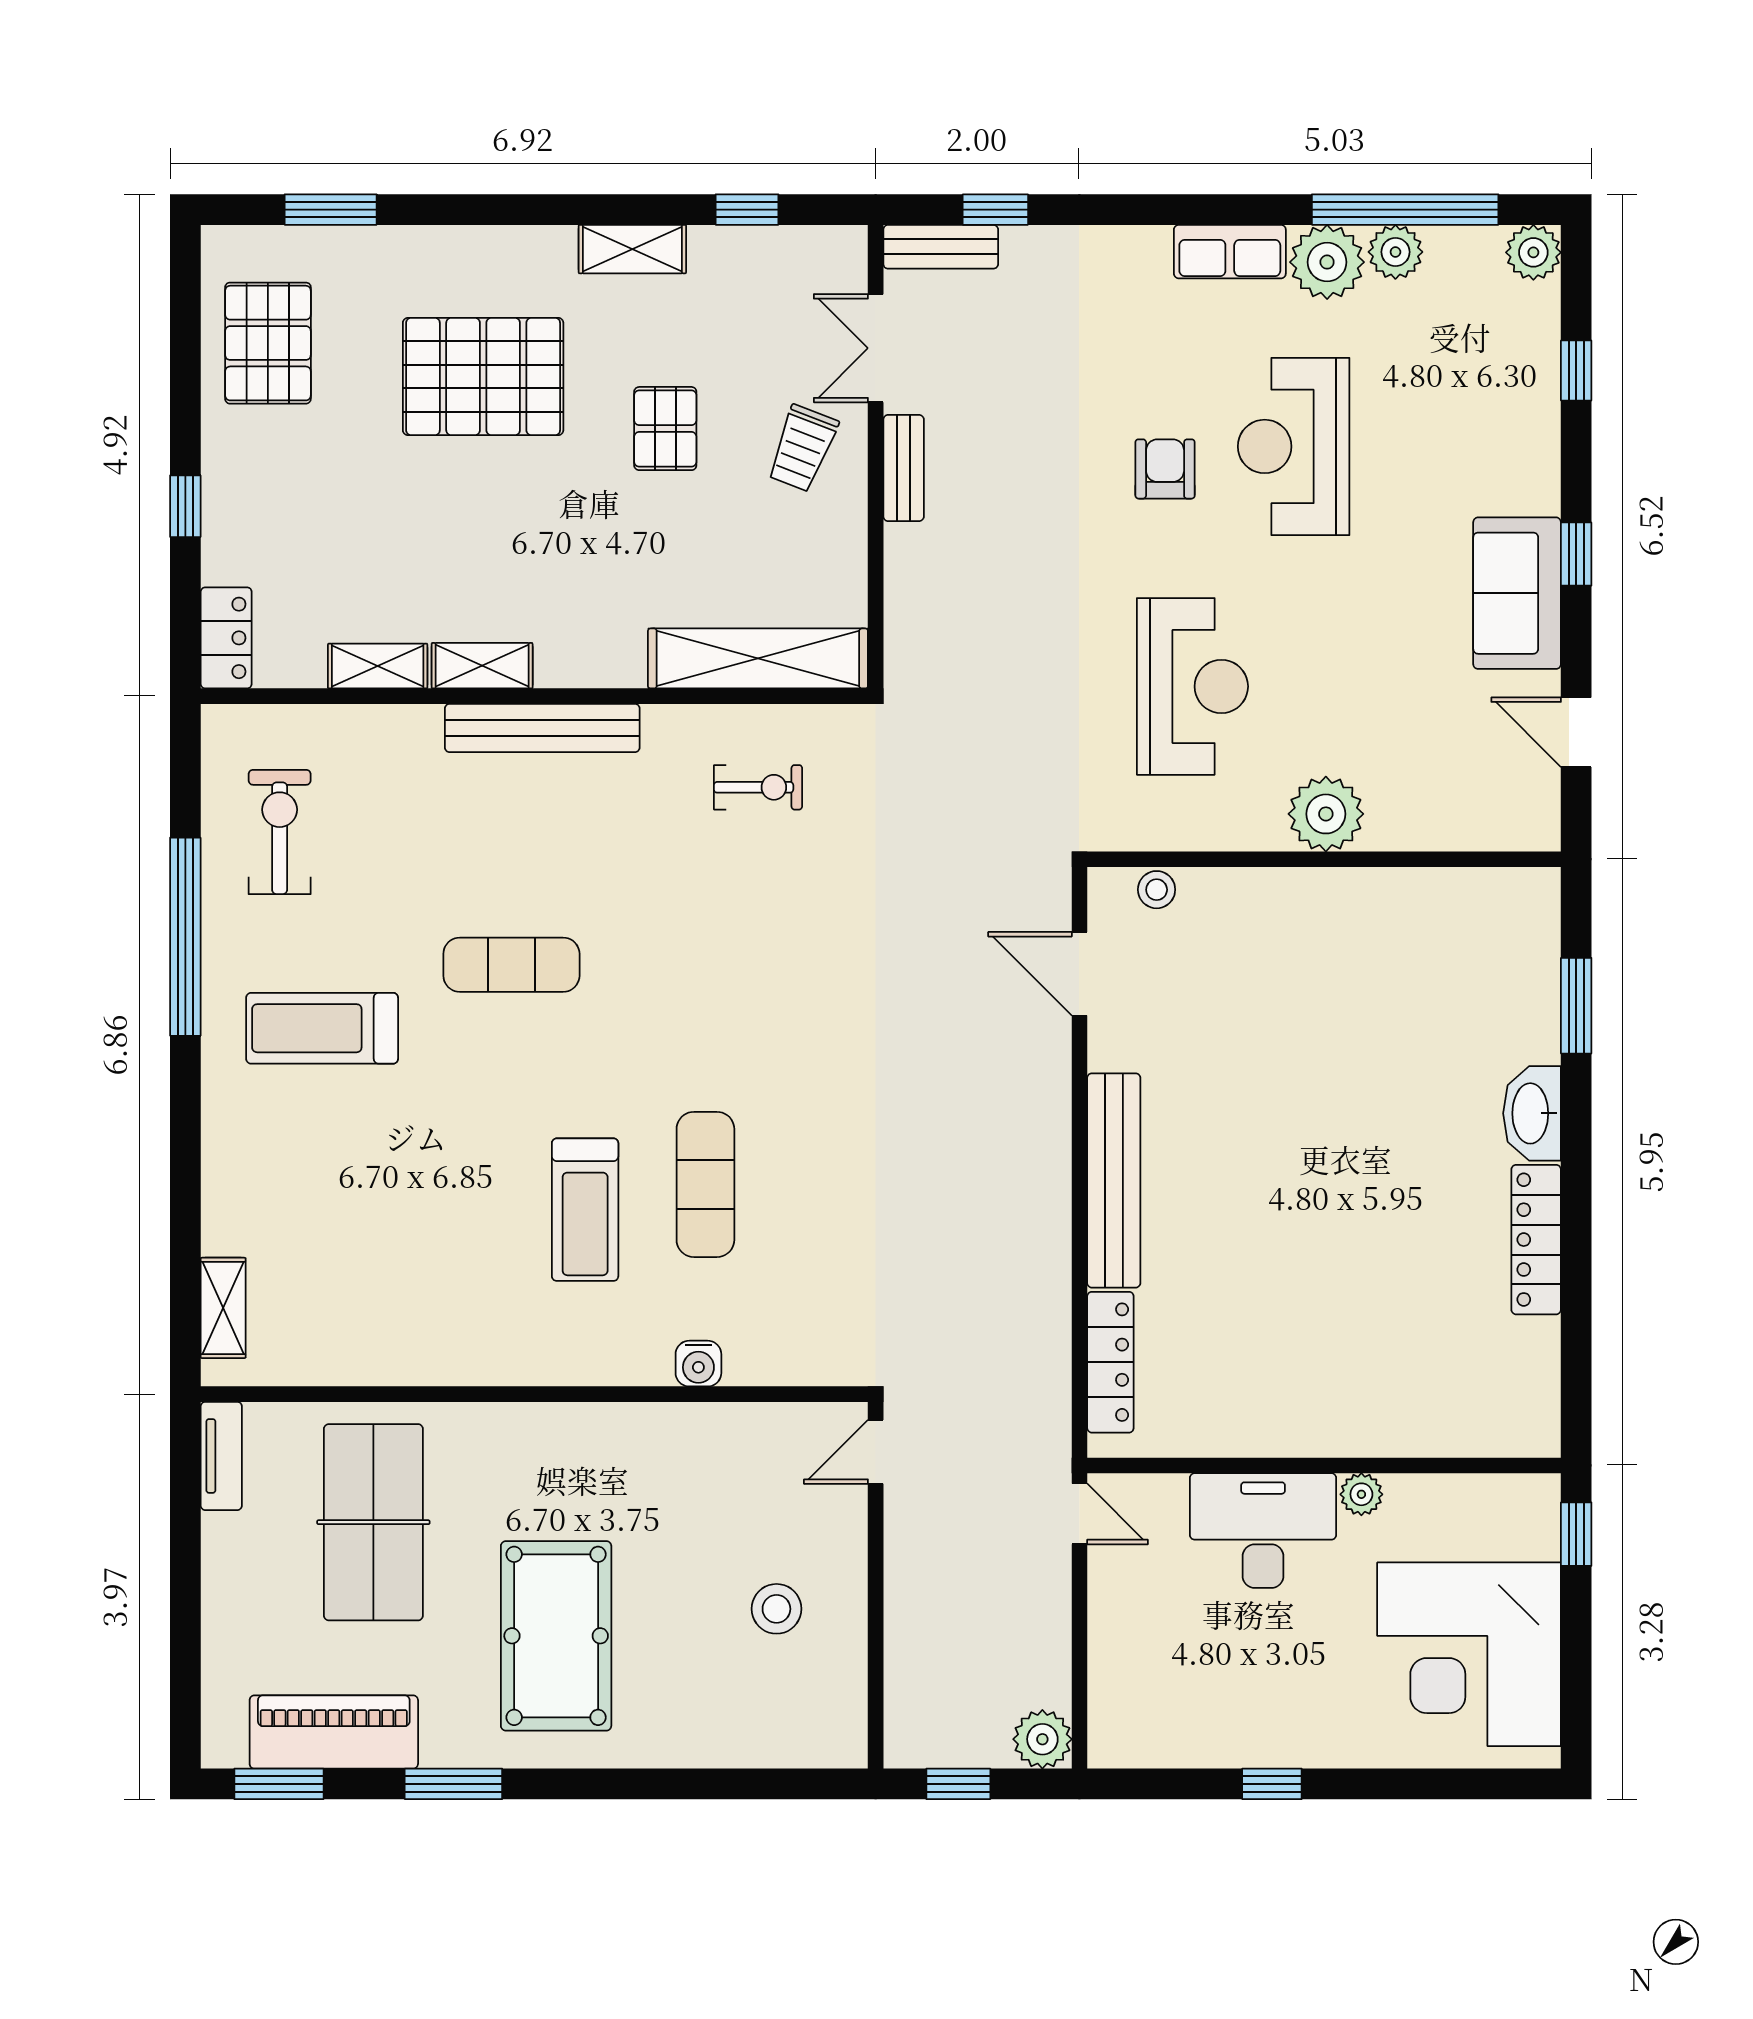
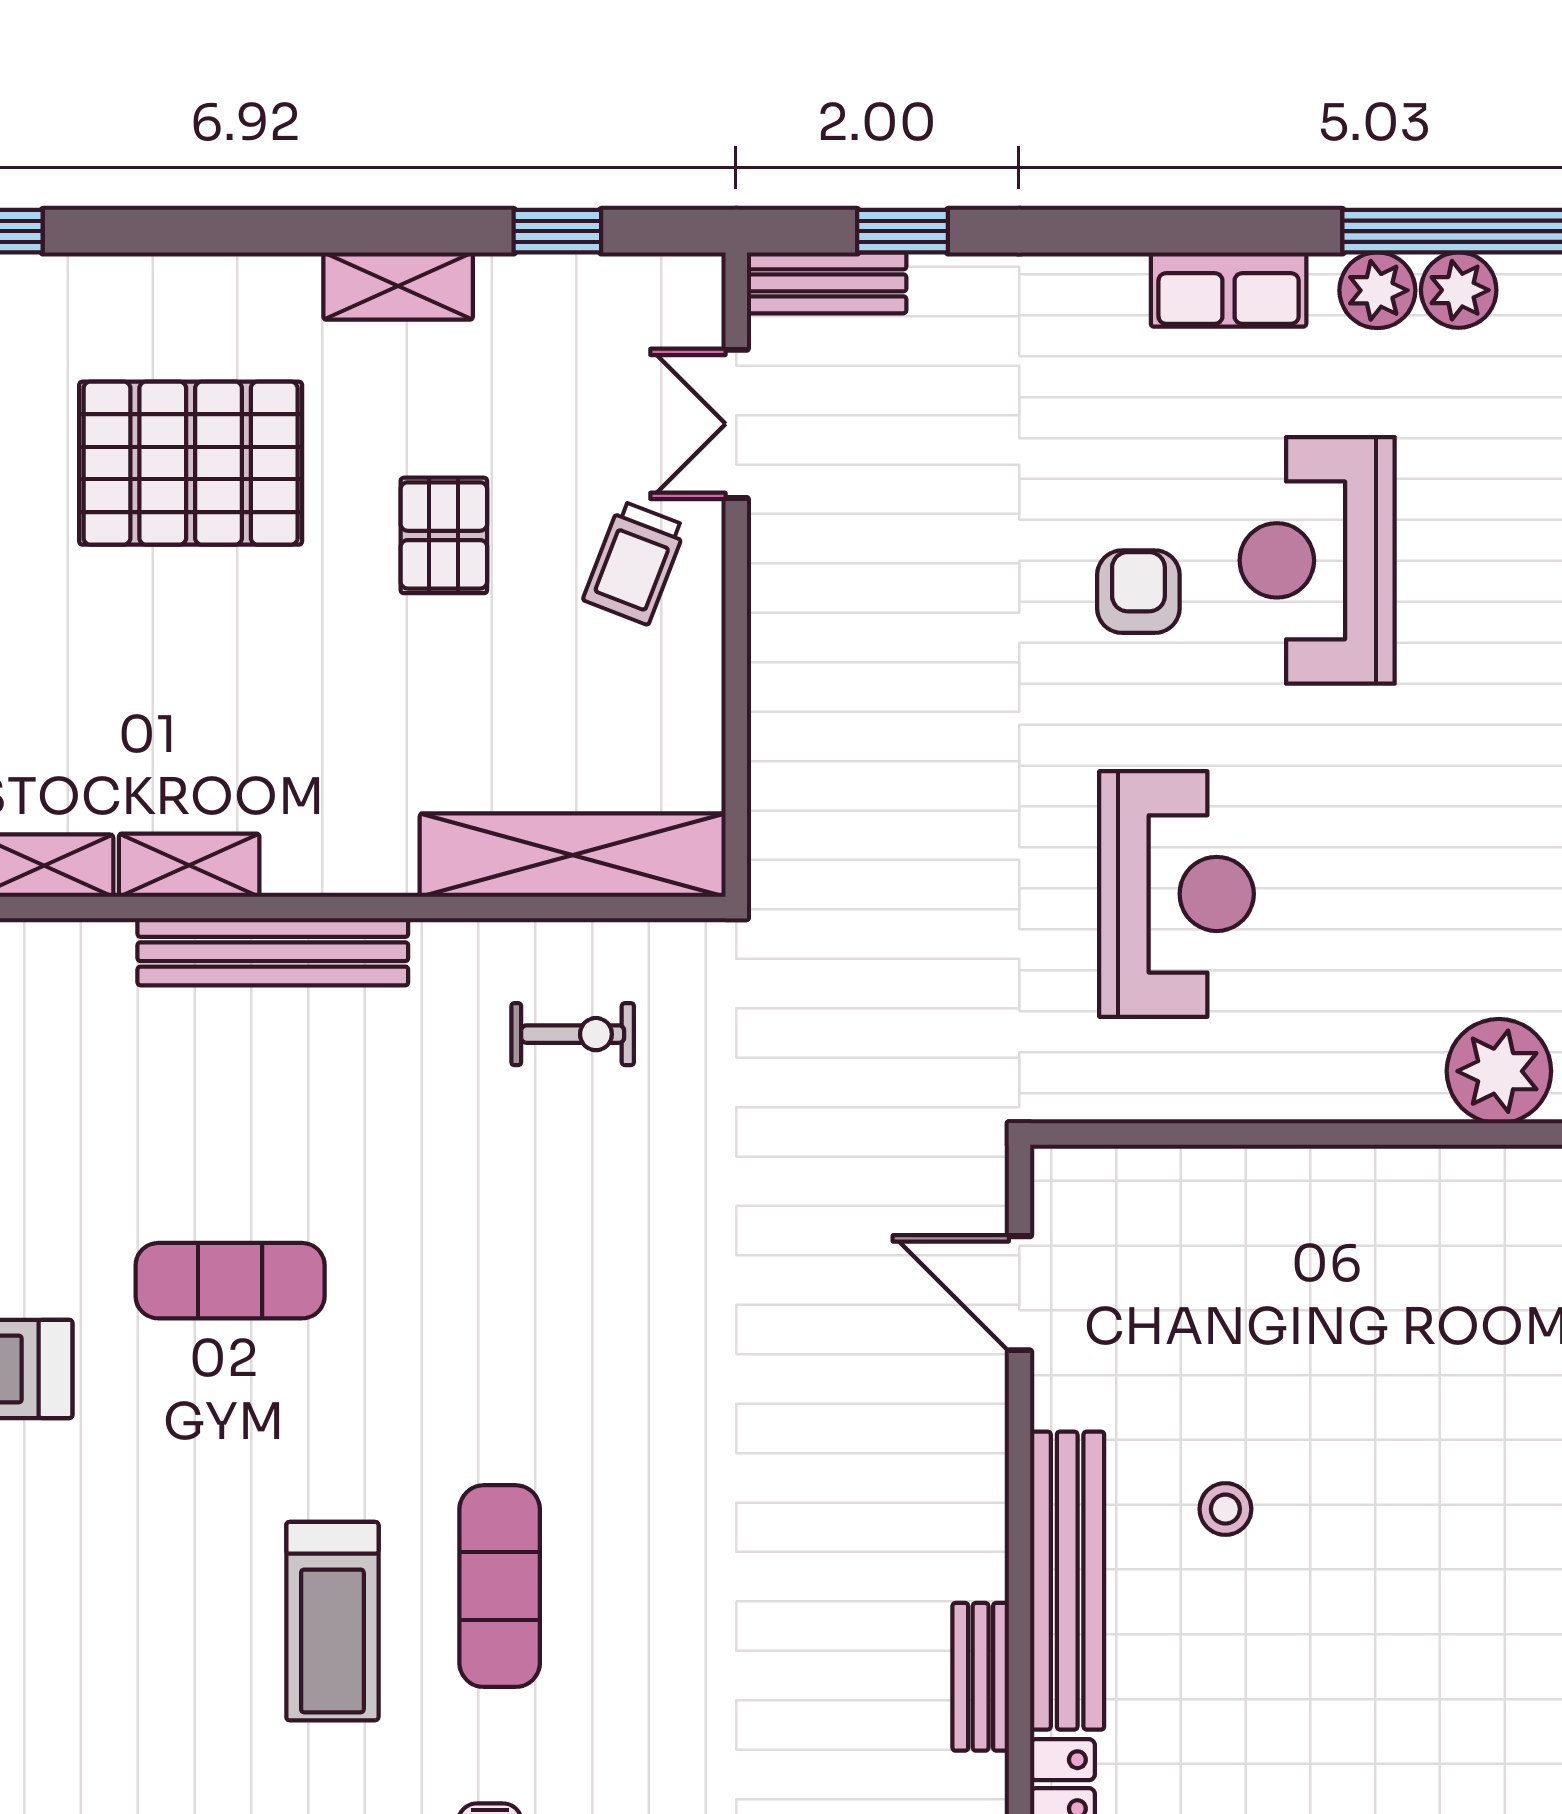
plant: (1327, 262) -> (1377, 290), width x0.73, depth x0.73
bench: (904, 468) -> (981, 1677), moved
plant: (1326, 814) -> (1499, 1071), moved
stool: (1157, 890) -> (1225, 1509), moved

